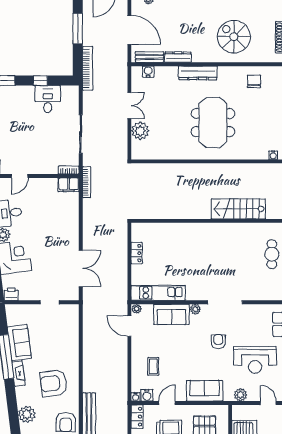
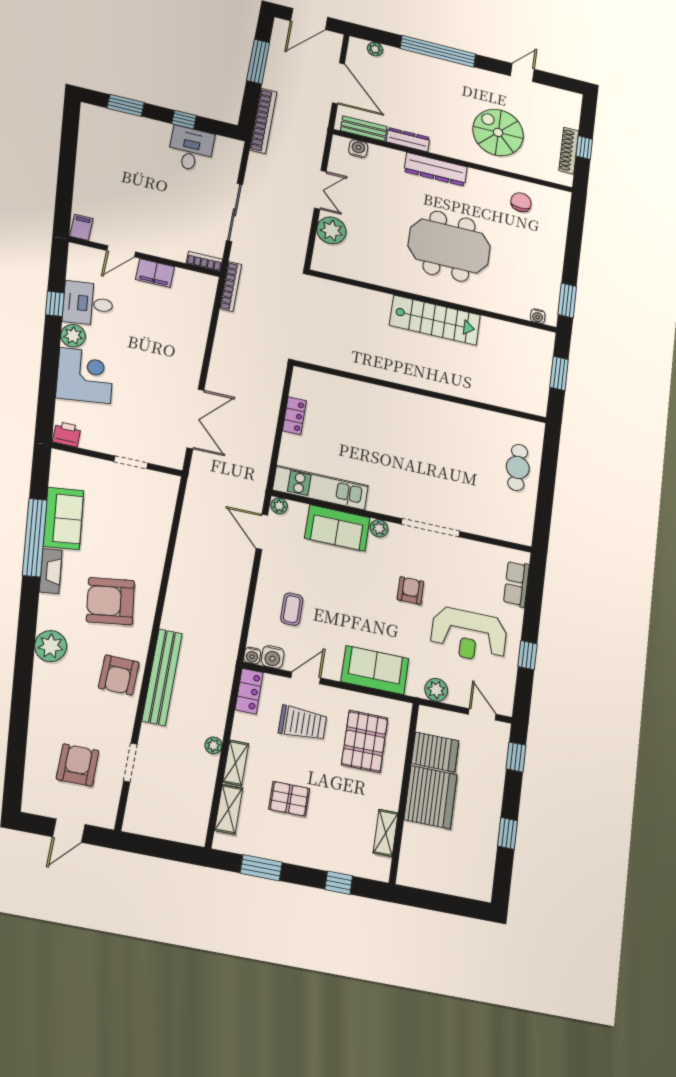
meeting table: (213, 123) -> (449, 246), turned 90
filing cabinet: (69, 185) -> (155, 273), moved
stairs: (238, 209) -> (435, 320), moved, turned 180

